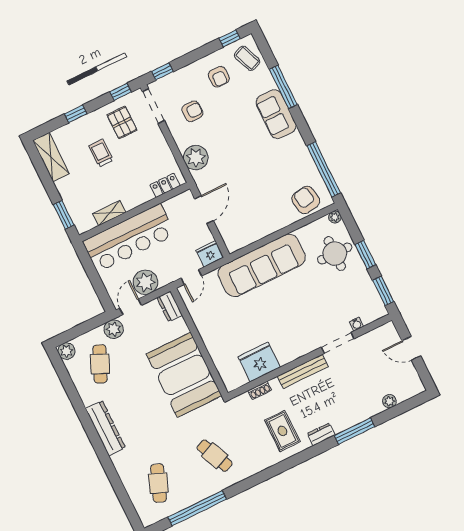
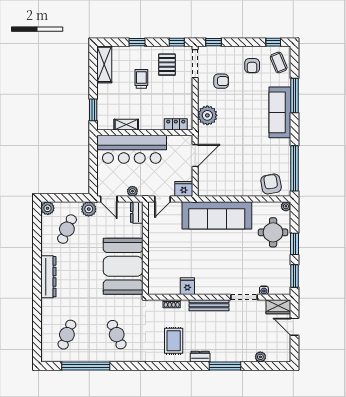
sofa: (276, 114) -> (280, 112), width x1.36
plant: (145, 282) -> (132, 191), width x0.53, depth x0.53
door: (131, 307) -> (109, 199), swing flipped
wardrobe: (382, 335) -> (278, 307), added
fridge: (259, 362) -> (187, 286), width x0.53, depth x0.75

